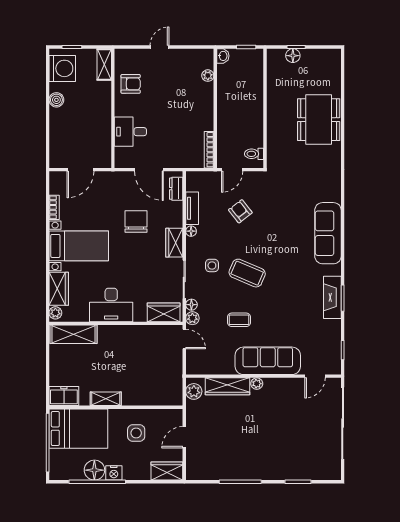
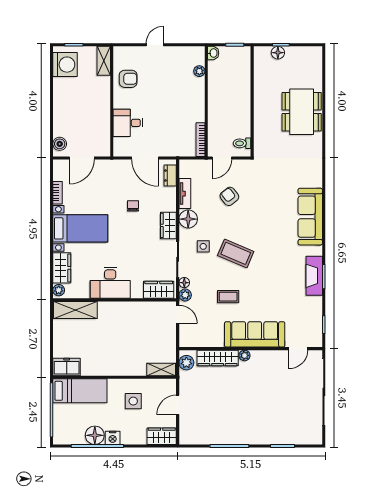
boiler: (56, 100) -> (60, 144), moved
chair: (136, 222) -> (133, 206), width x0.54, depth x0.54
floor lamp: (191, 231) -> (188, 219), width x1.89, depth x1.89
shelving: (106, 399) -> (161, 369), moved
bed: (78, 429) -> (80, 391), width x0.67

